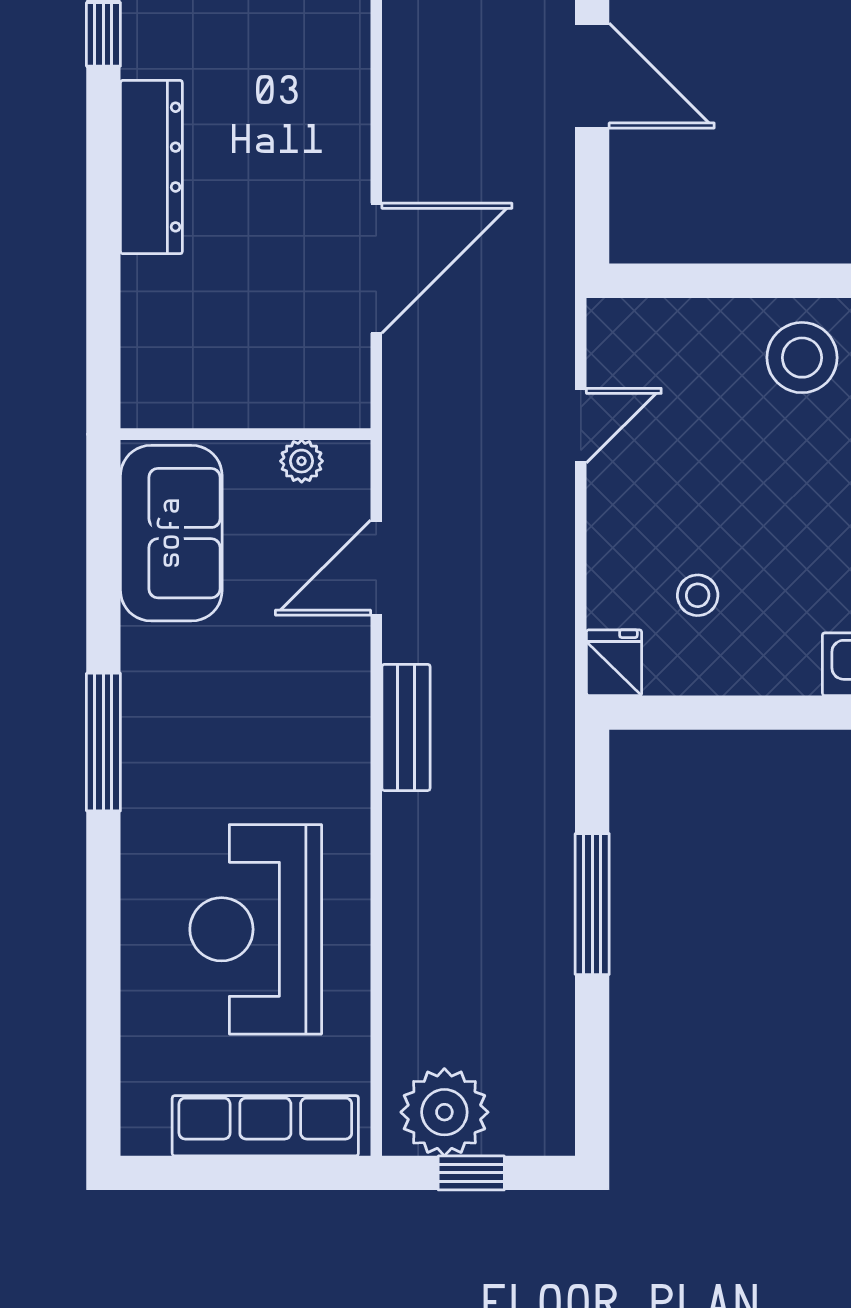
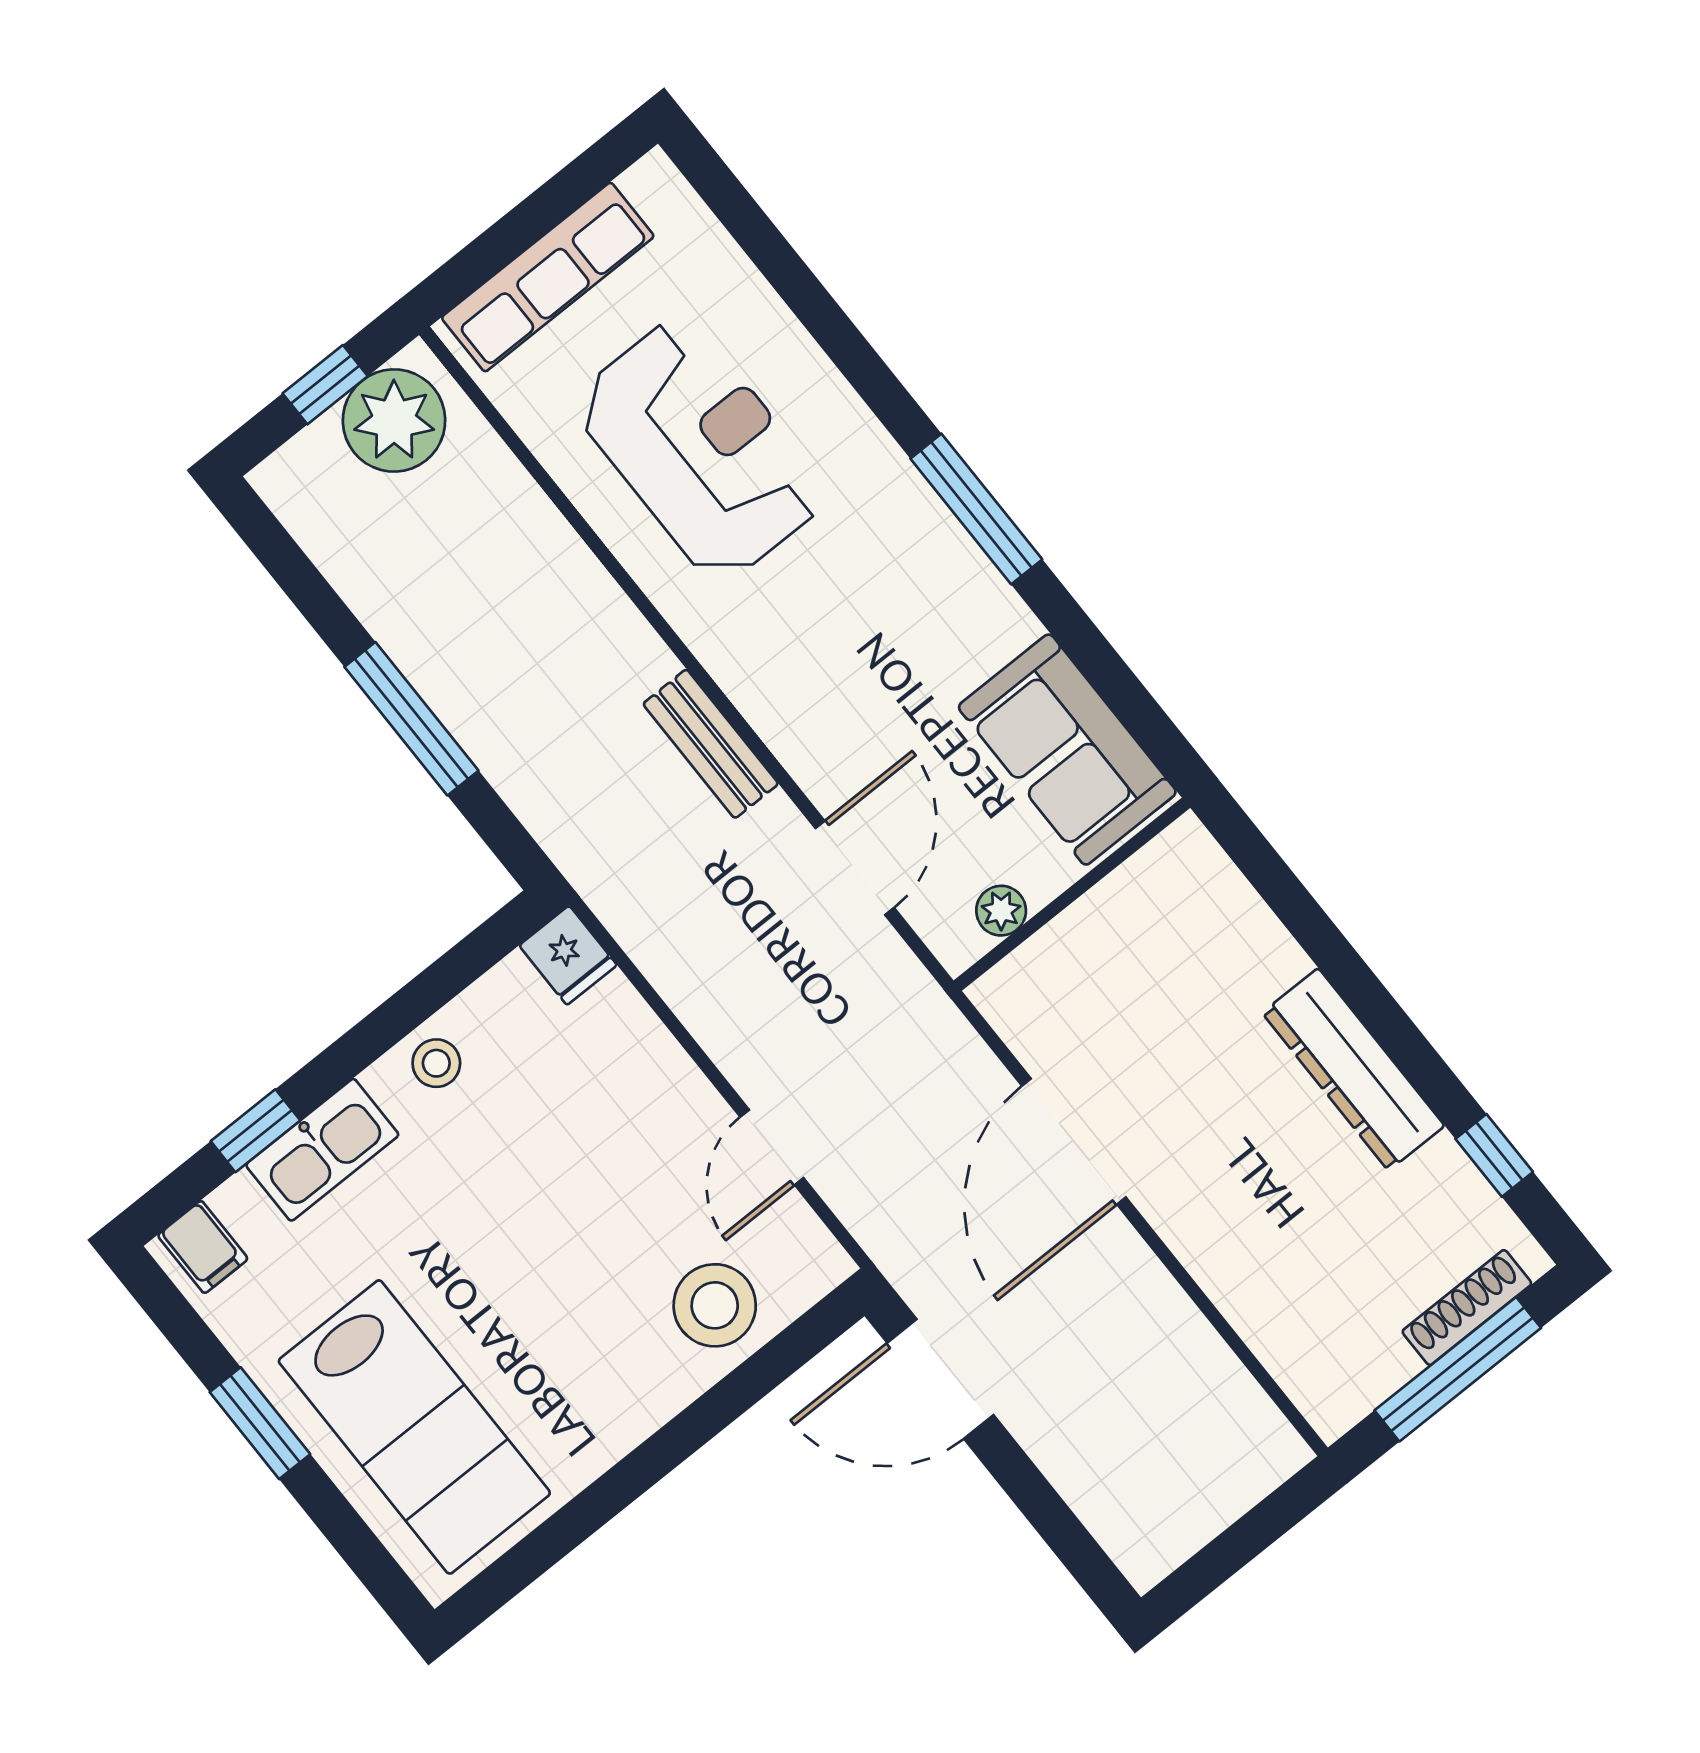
door: (592, 76) -> (940, 1379), moved
stool: (802, 358) -> (715, 1305), moved
stool: (698, 595) -> (436, 1063), moved

